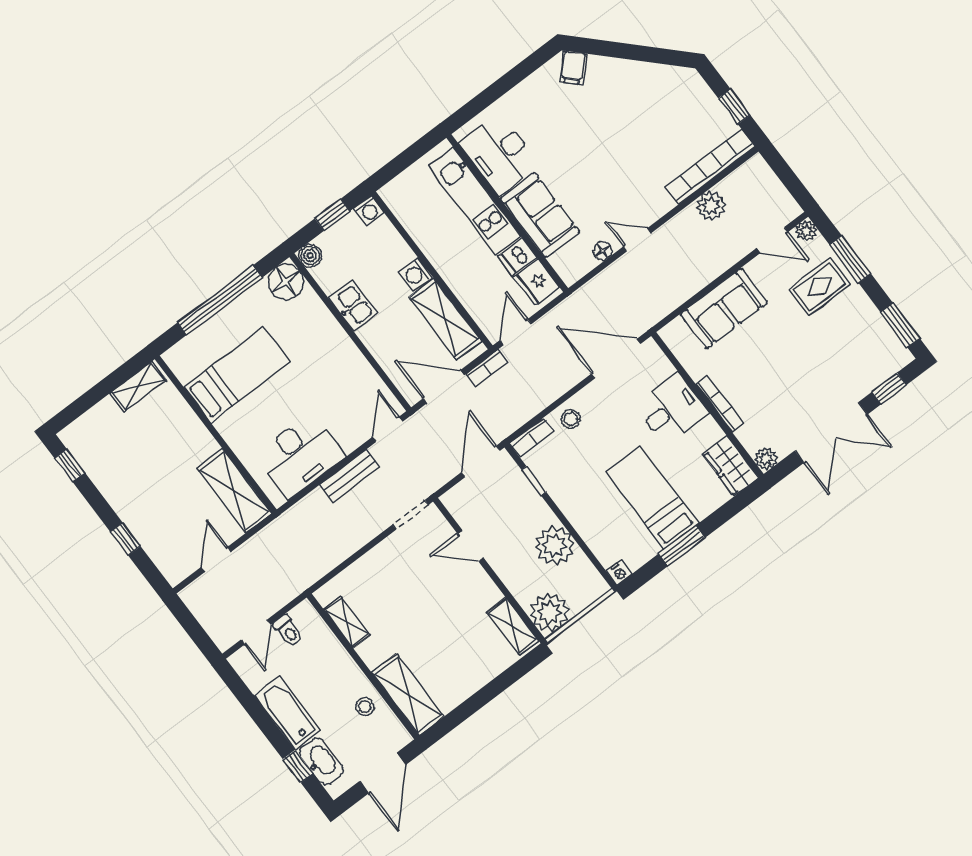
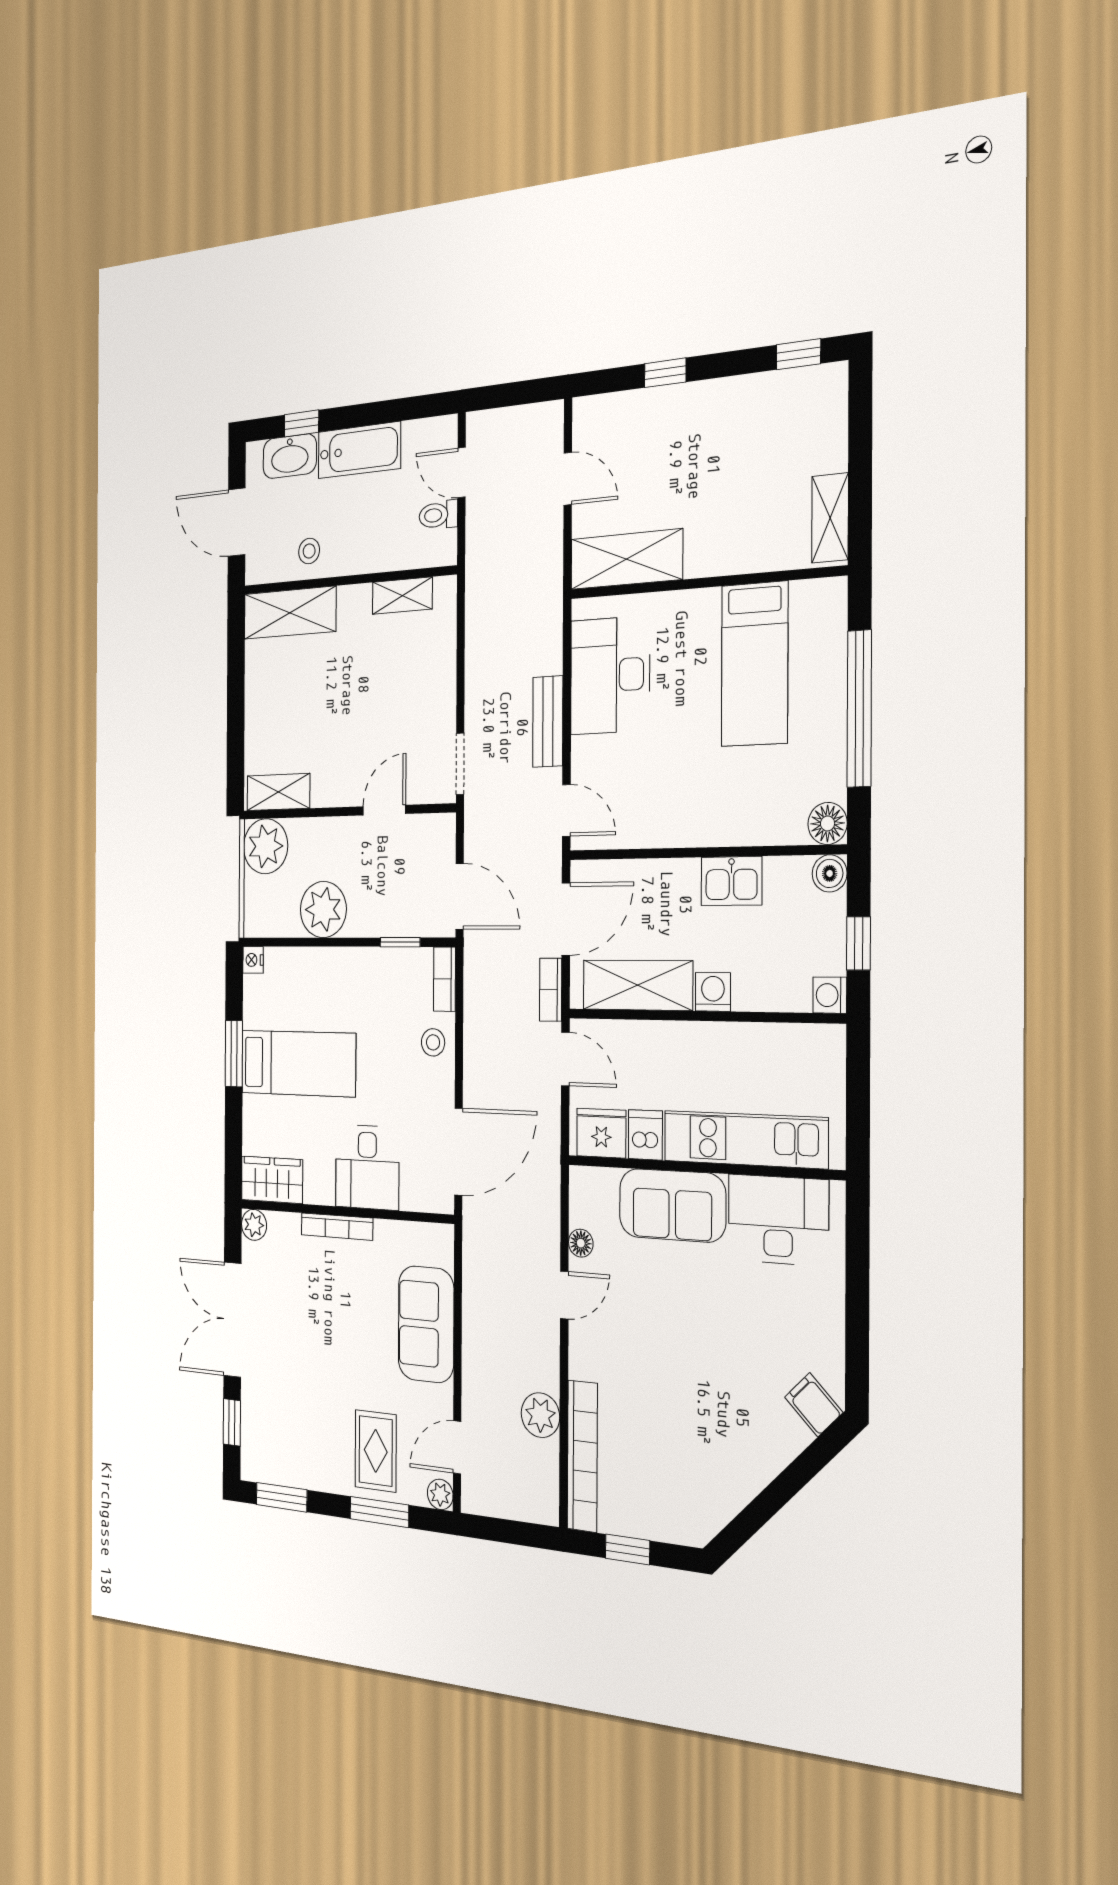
floor lamp: (286, 282) -> (828, 823), width x0.73, depth x0.73

